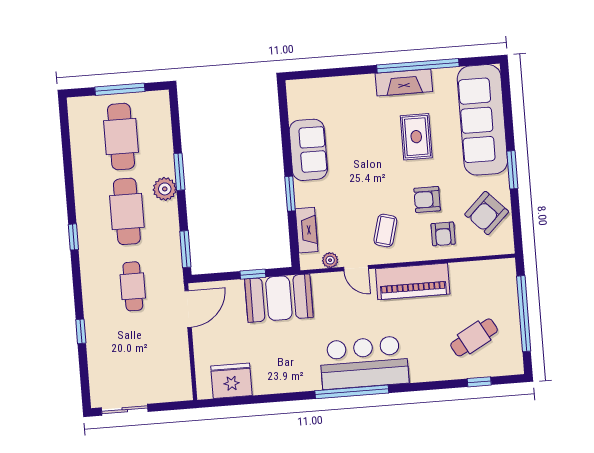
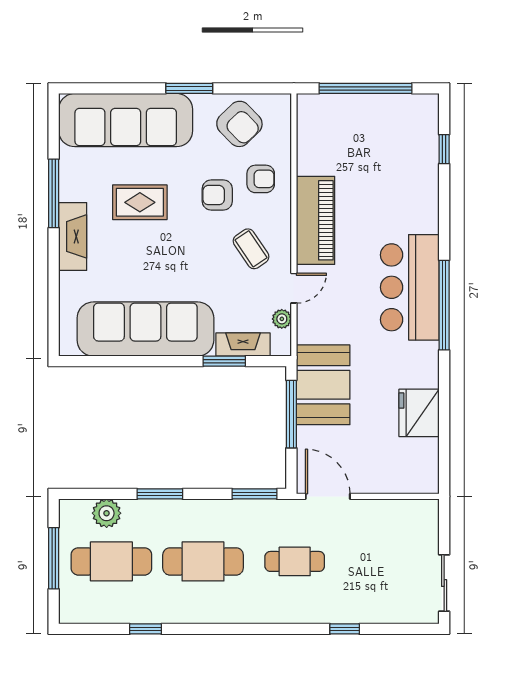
window: (418, 66) -> (54, 193), width x0.68
fireplace: (404, 82) -> (73, 236), moved
sofa: (308, 150) -> (145, 329), width x1.85, depth x1.27
plant: (165, 189) -> (107, 513), moved
window: (290, 194) -> (224, 361), moved
armchair: (427, 199) -> (217, 195), turned 90
coffee table: (385, 230) -> (251, 249), turned 41
window: (73, 237) -> (146, 629), moved
window: (253, 274) -> (291, 414), width x2.17
cafe table: (474, 337) -> (390, 151), removed
fridge: (231, 381) -> (419, 413), moved

